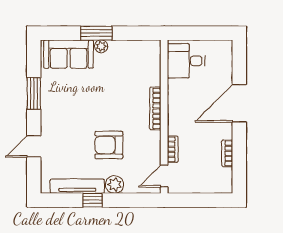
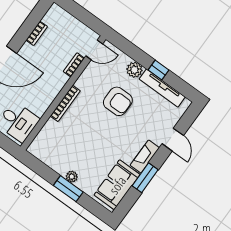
sofa: (69, 54) -> (117, 185), moved, turned -90
fireplace: (48, 113) -> (145, 157), added
door: (34, 146) -> (173, 140), hinge flipped

